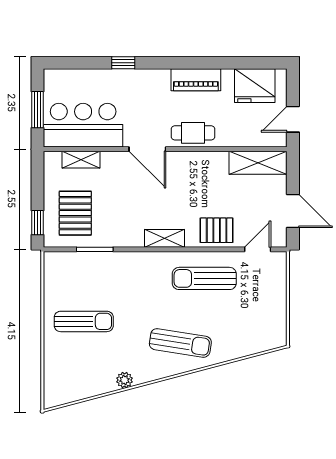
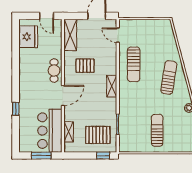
piano: (196, 80) -> (25, 69), removed
pallet: (217, 230) -> (85, 66), moved, turned 90

